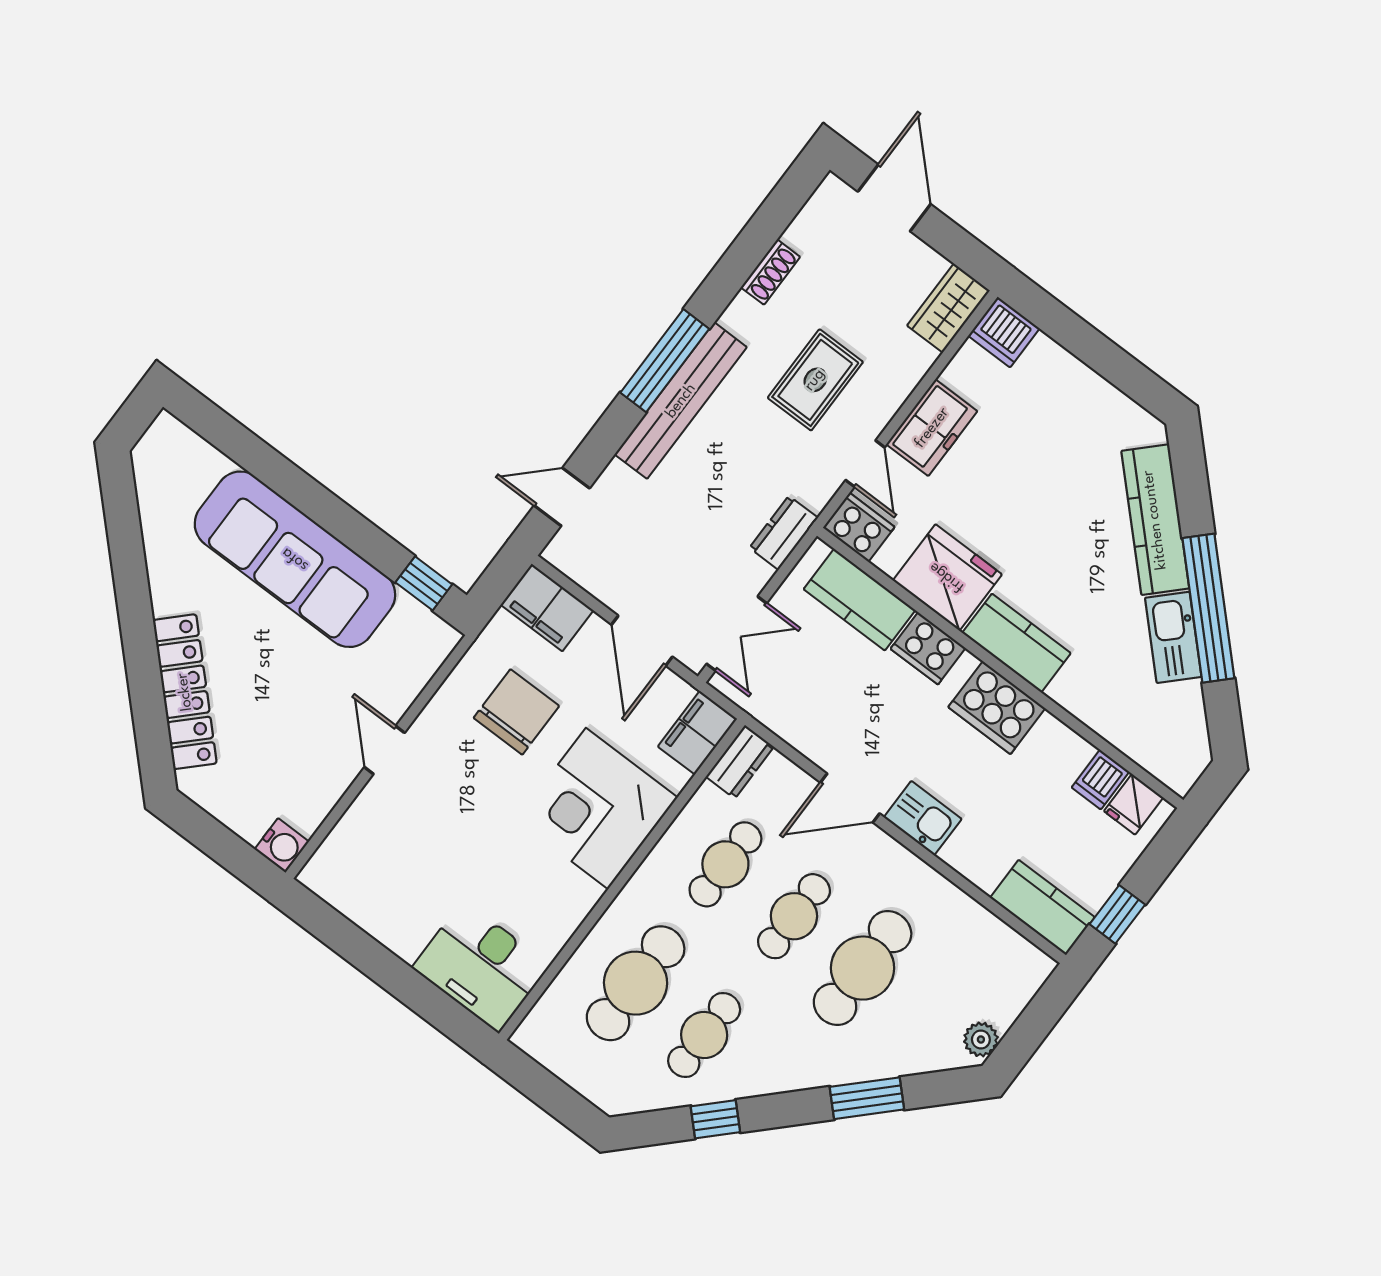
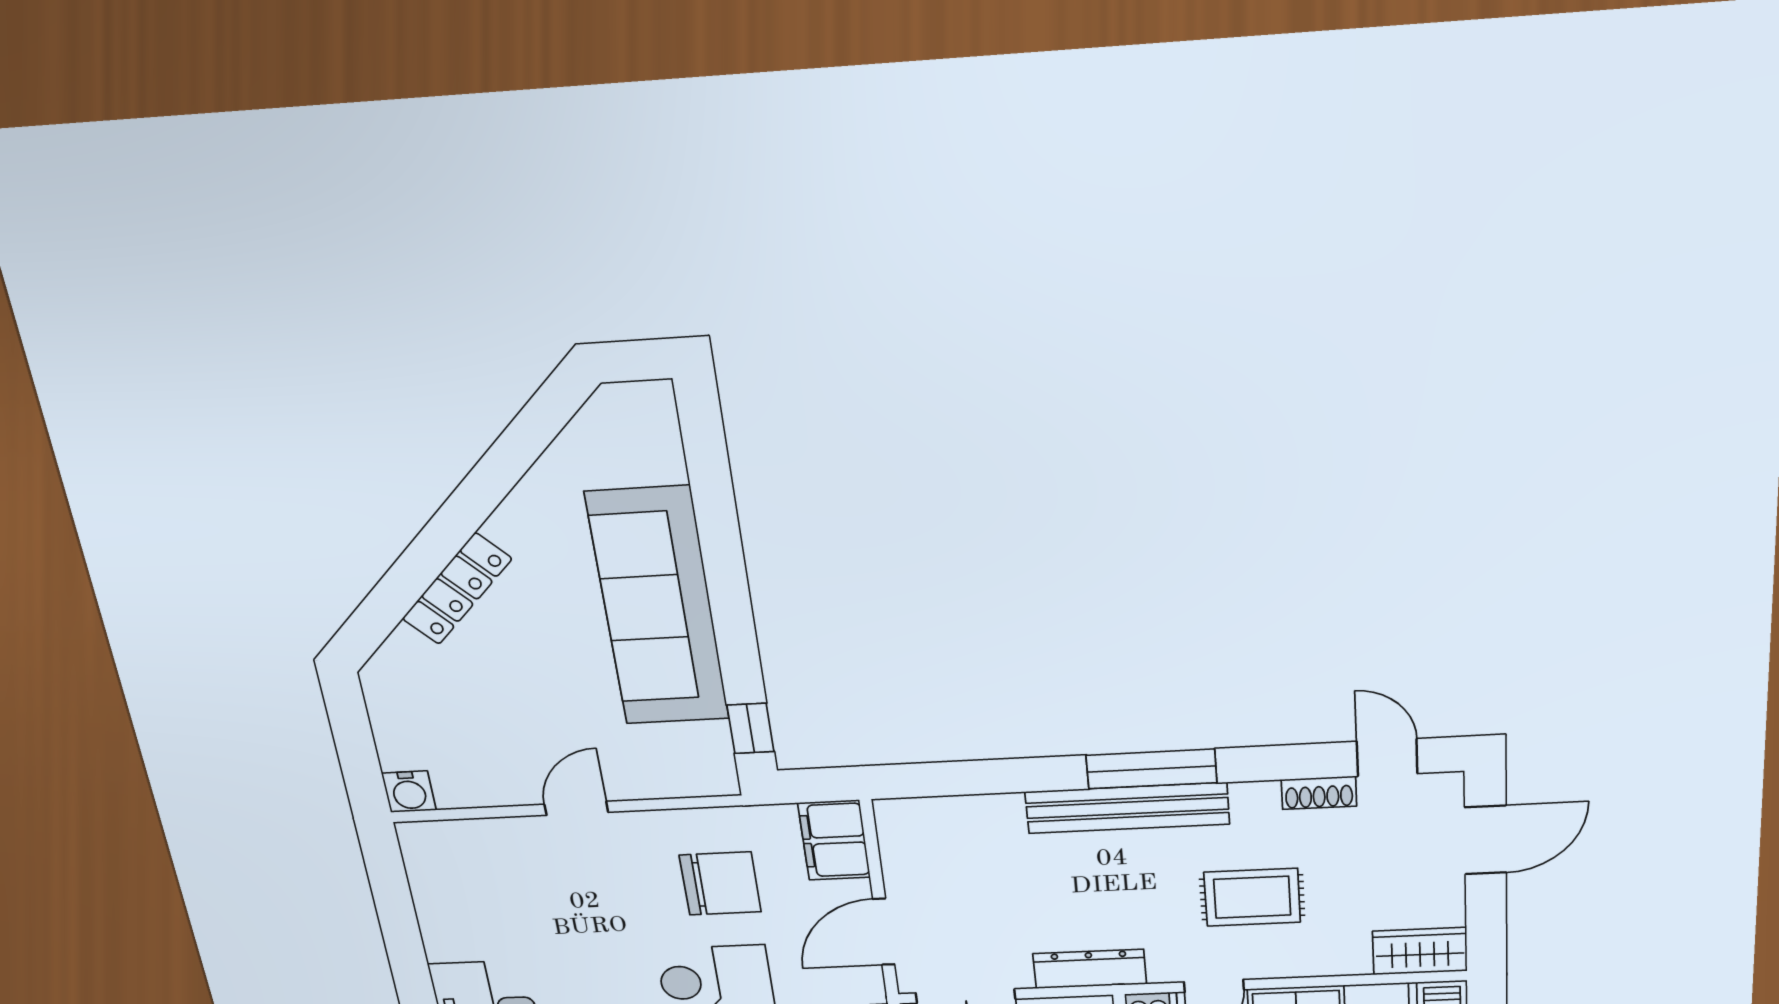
door: (562, 497) -> (1387, 757), moved
dresser: (784, 533) -> (1090, 969), width x1.44
locker: (185, 692) -> (457, 589), width x0.71, depth x0.83

